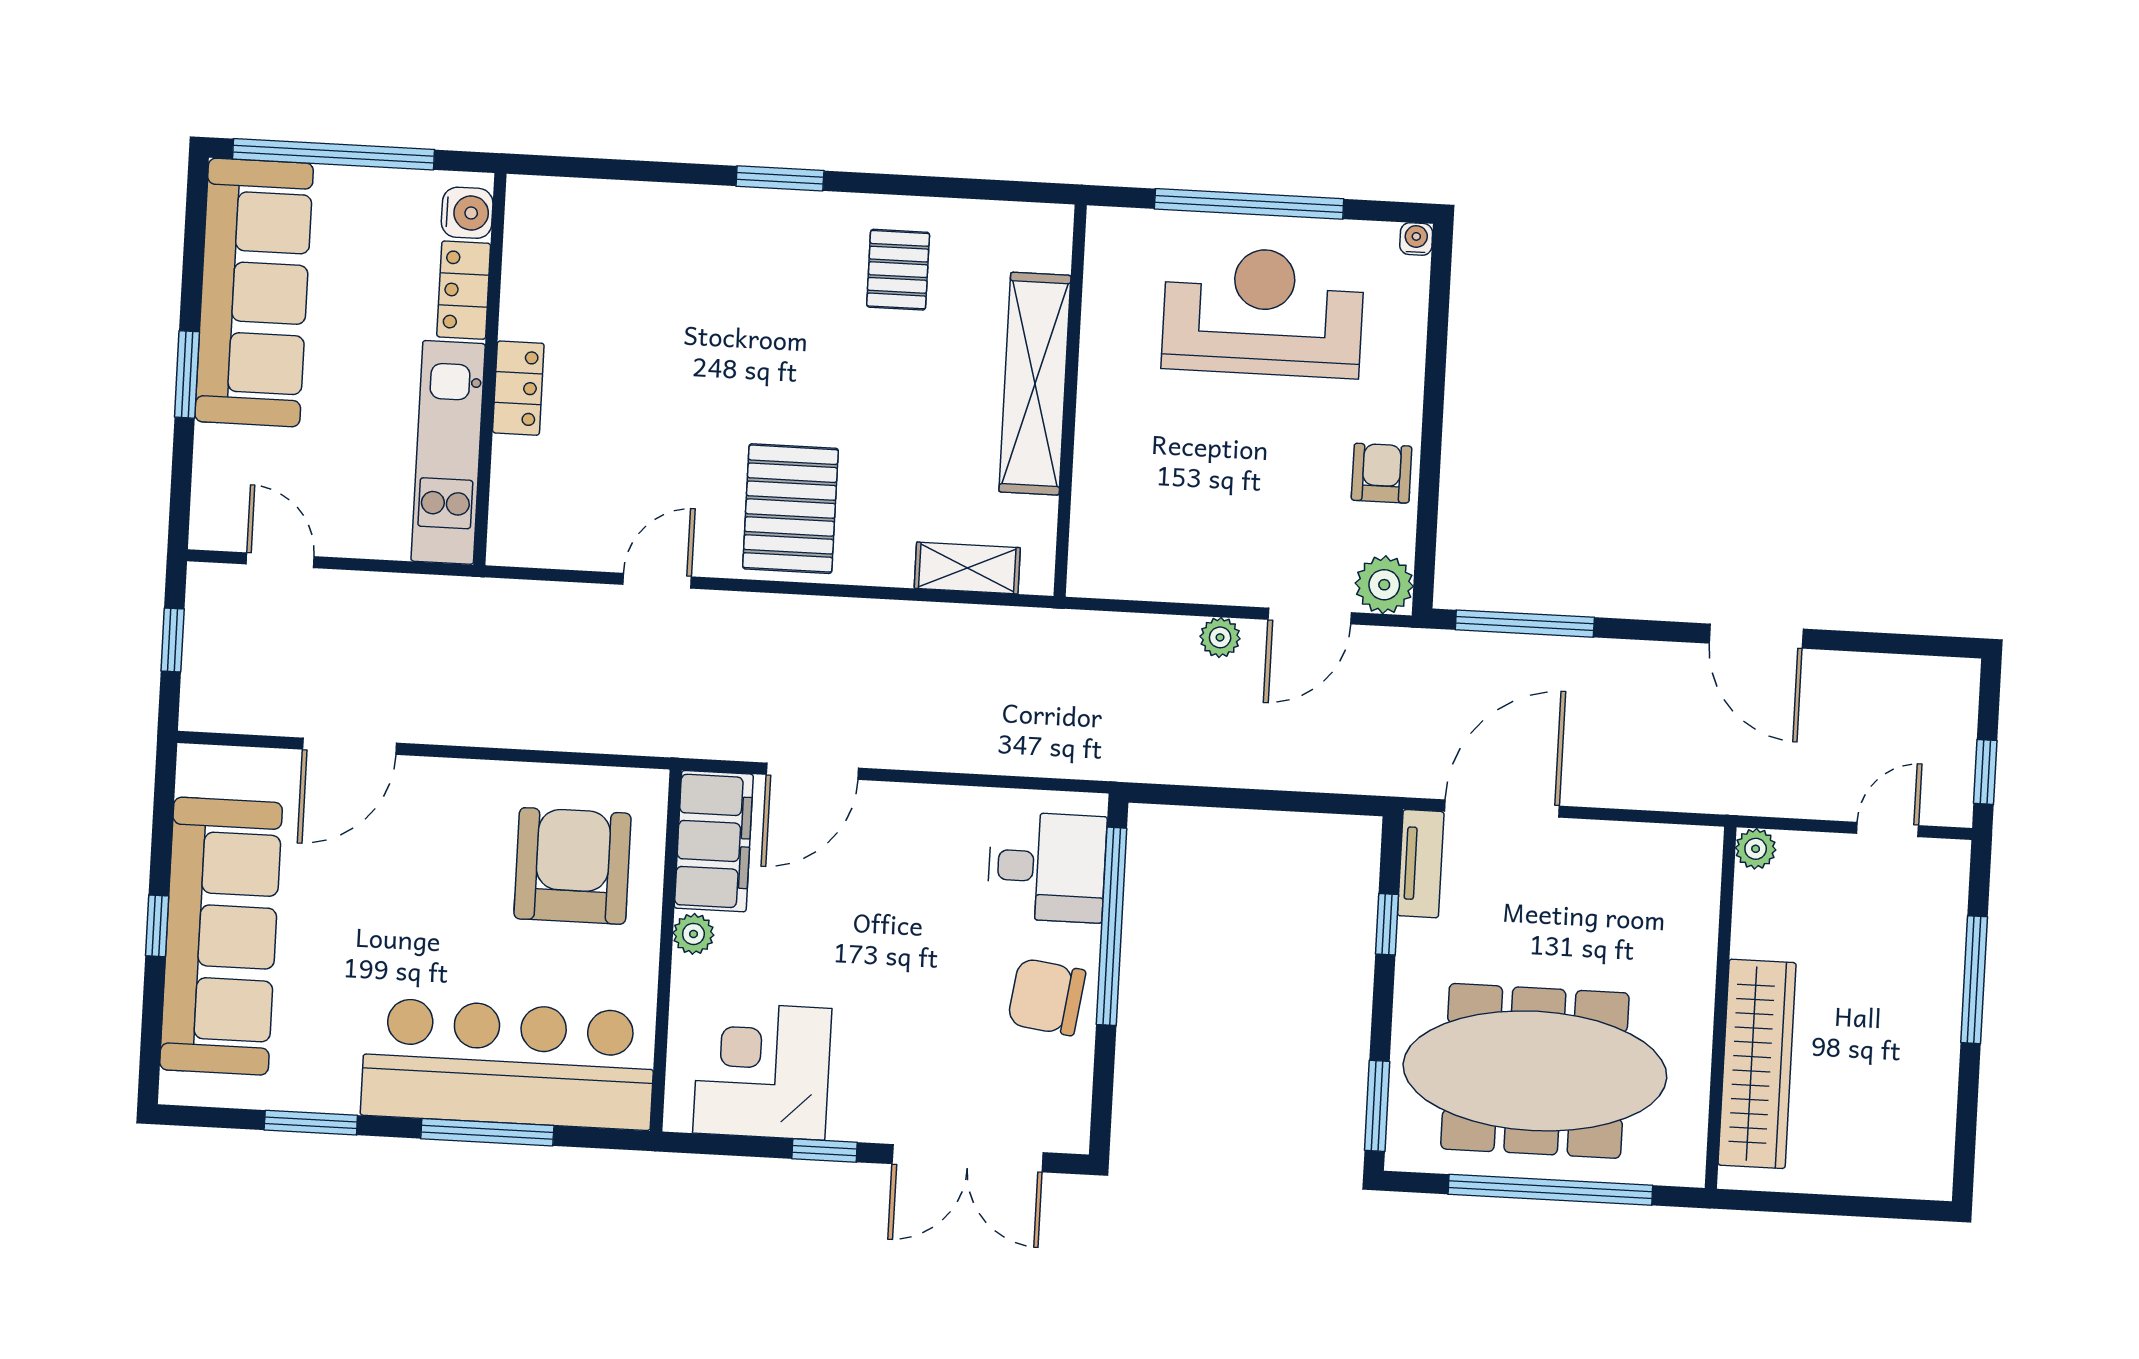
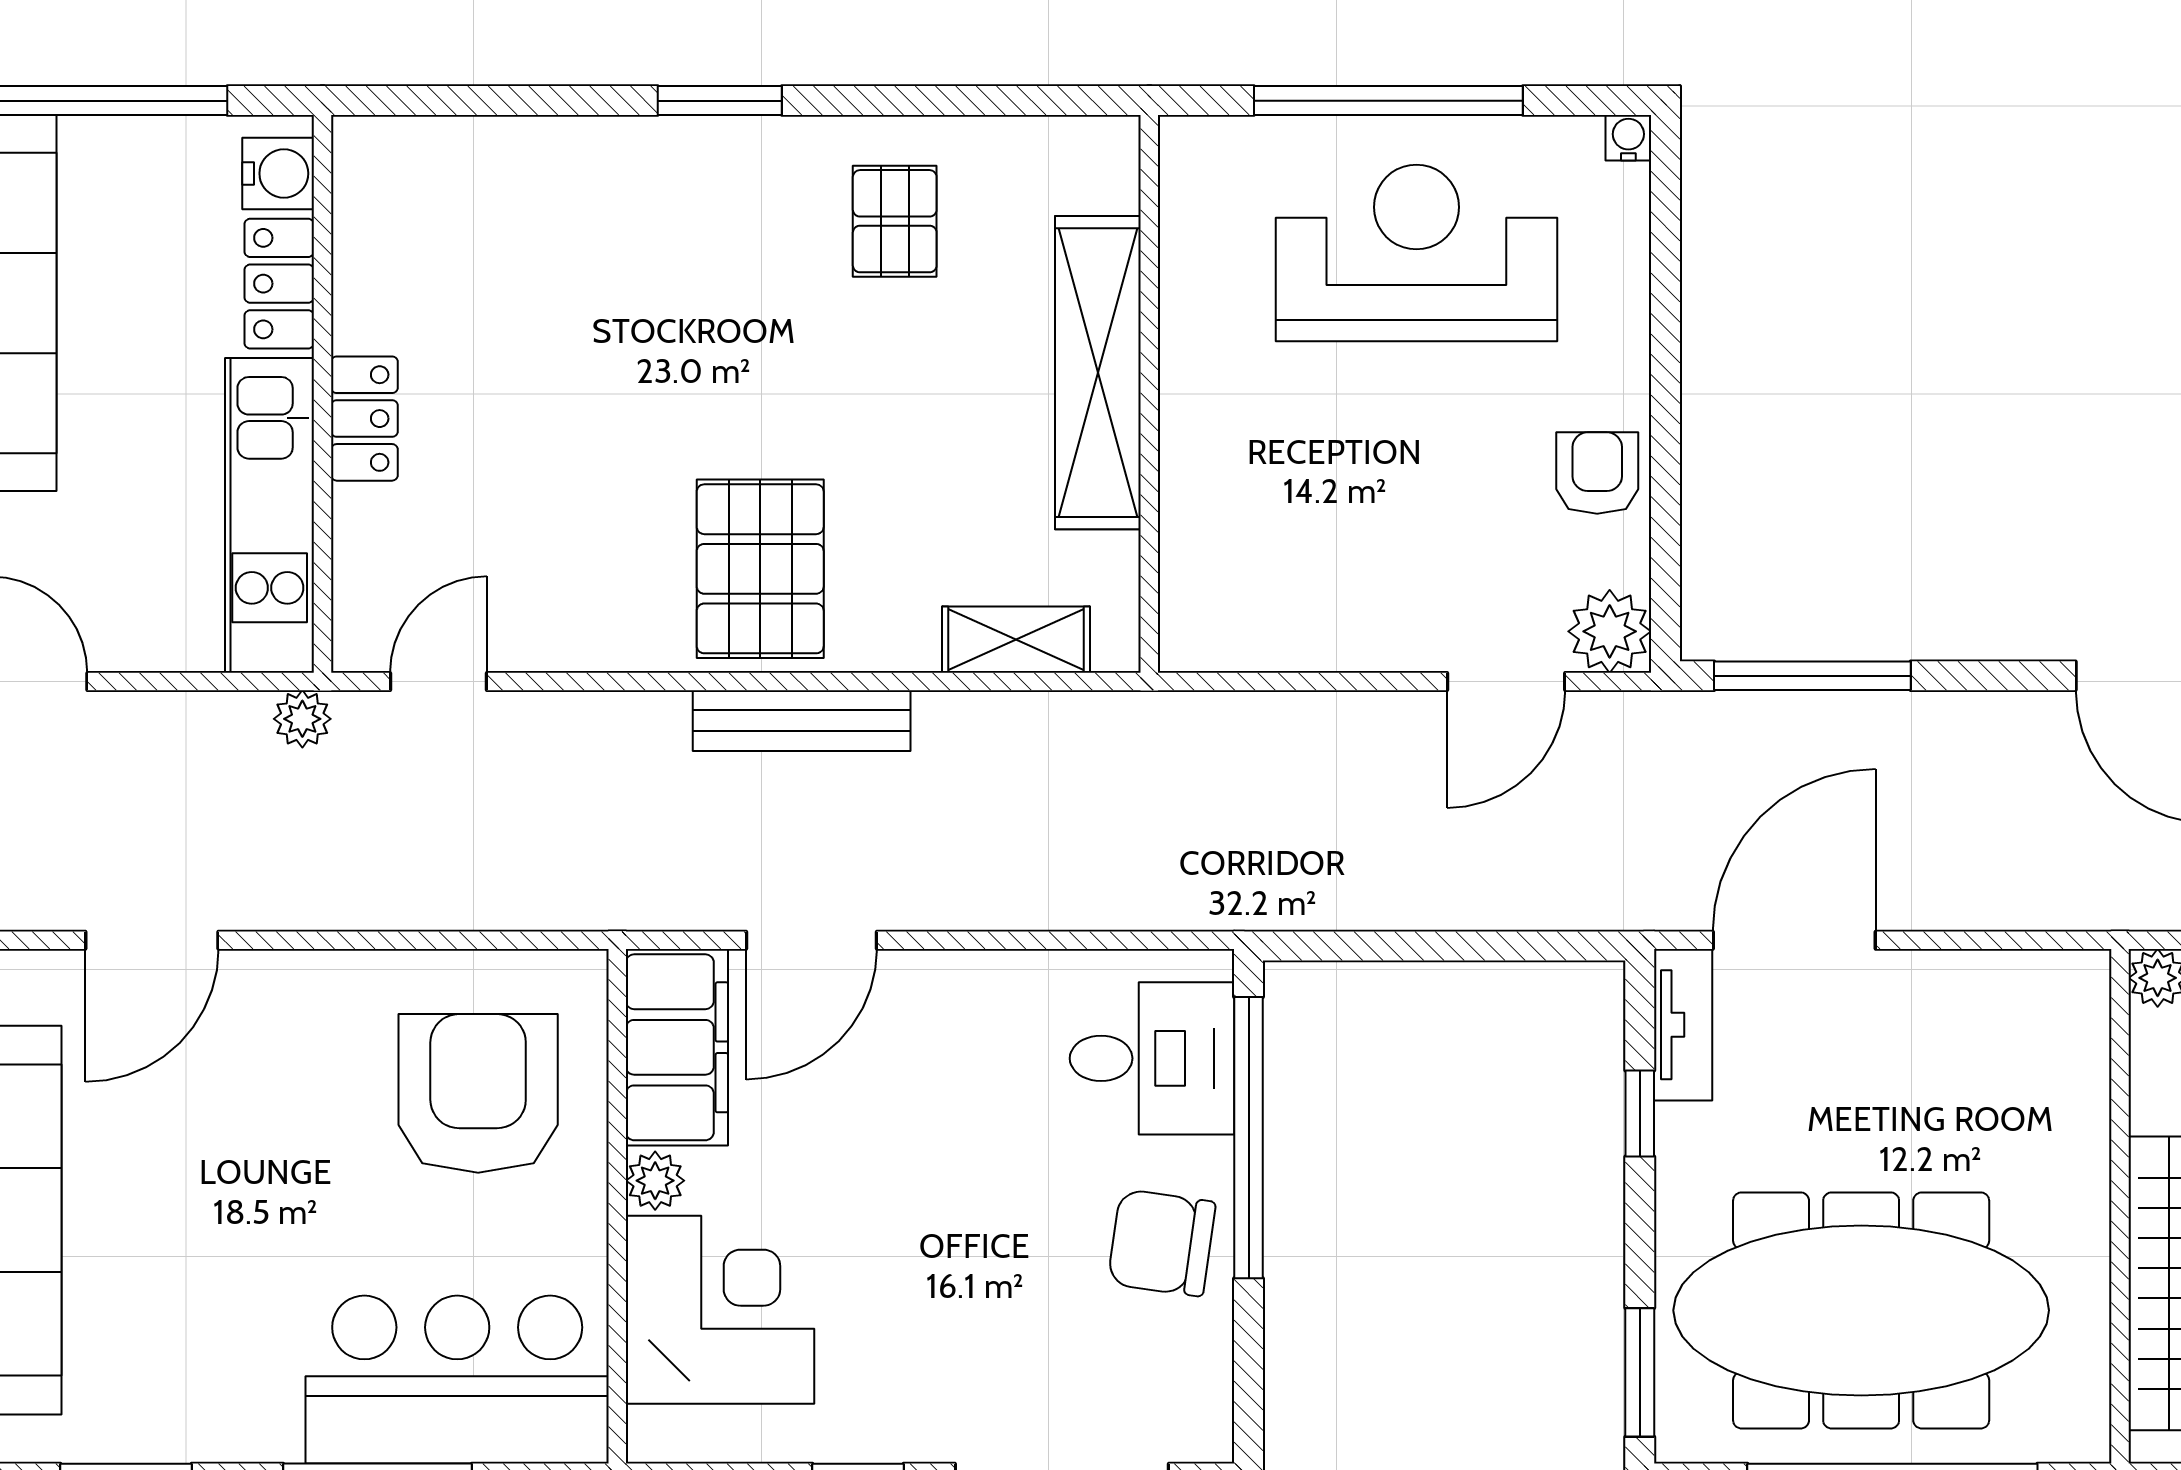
door: (657, 581) -> (439, 682), moved
bench: (814, 617) -> (802, 721), added
plant: (1220, 637) -> (302, 719), moved
bar counter: (508, 1064) -> (457, 1380), width x0.73
corner desk: (762, 1071) -> (720, 1310), moved, turned 90

